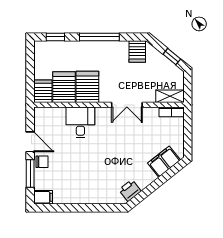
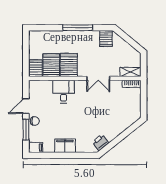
window: (55, 37) -> (45, 28), removed
window: (172, 57) -> (132, 42), removed
door: (30, 142) -> (26, 106), swing flipped
filing cabinet: (164, 162) -> (65, 146), moved, turned 39

